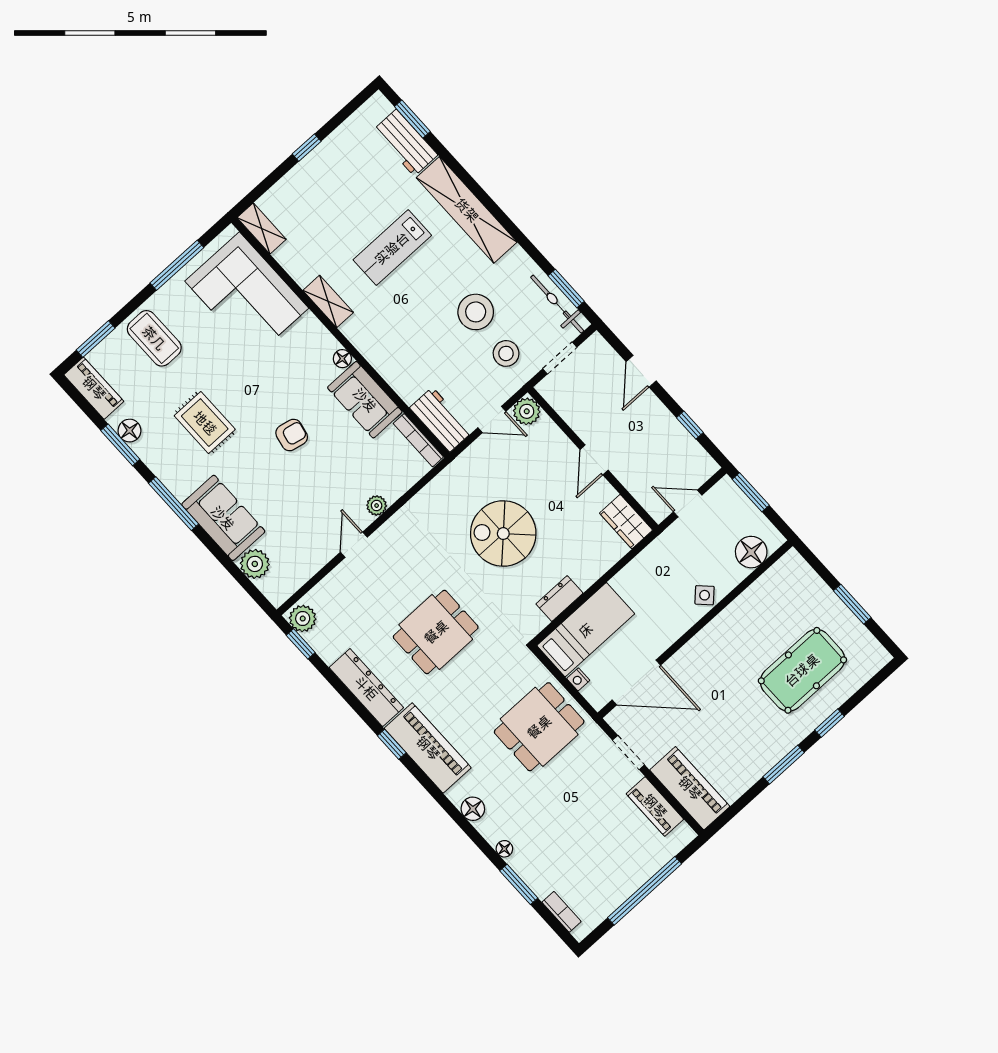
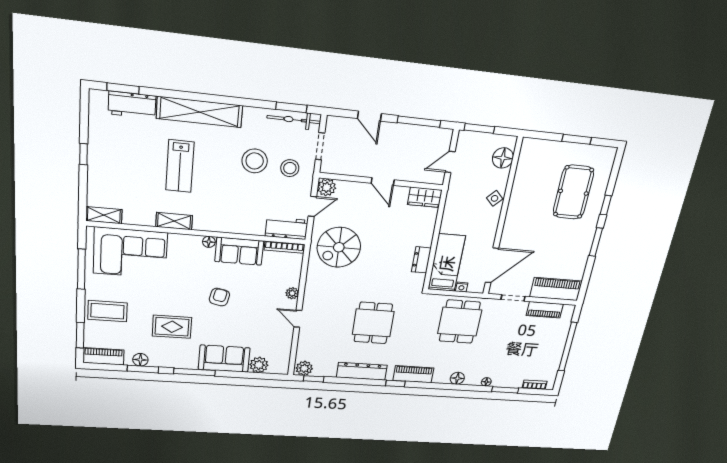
window: (690, 425) -> (419, 122), width x2.17
spiral stairs: (503, 534) -> (339, 247), moved
piano: (428, 748) -> (413, 374), width x0.73, depth x0.75

